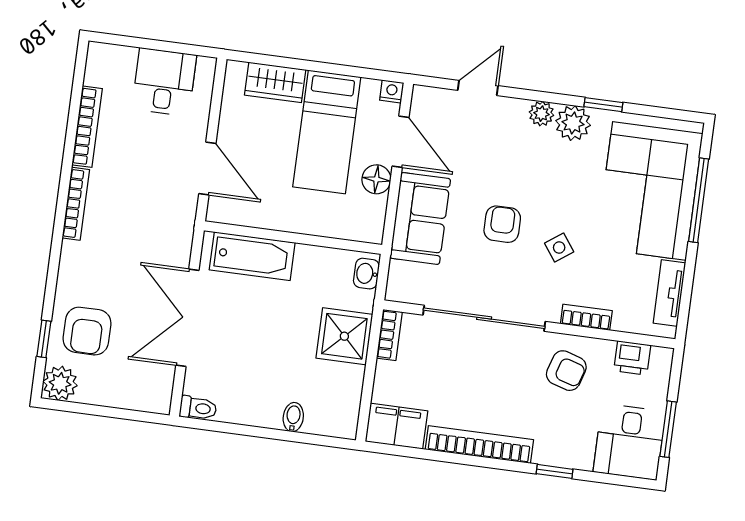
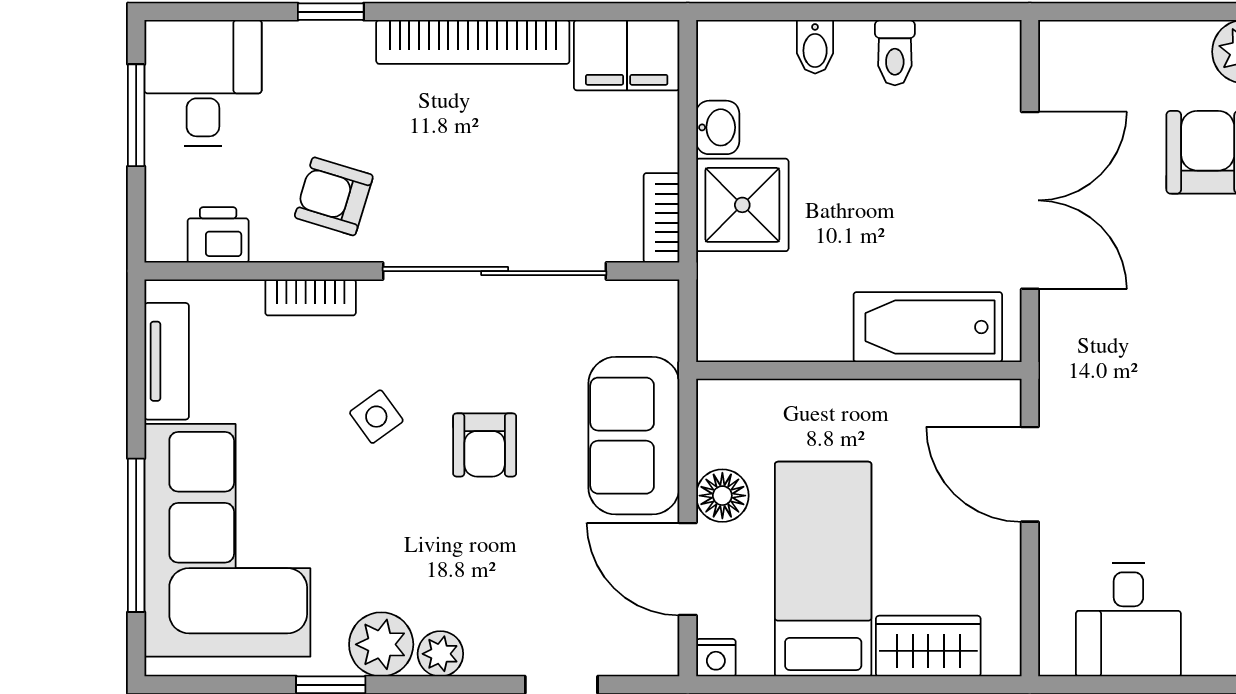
washbasin: (366, 274) -> (718, 127), moved
toilet: (198, 408) -> (895, 53), moved, turned -90

